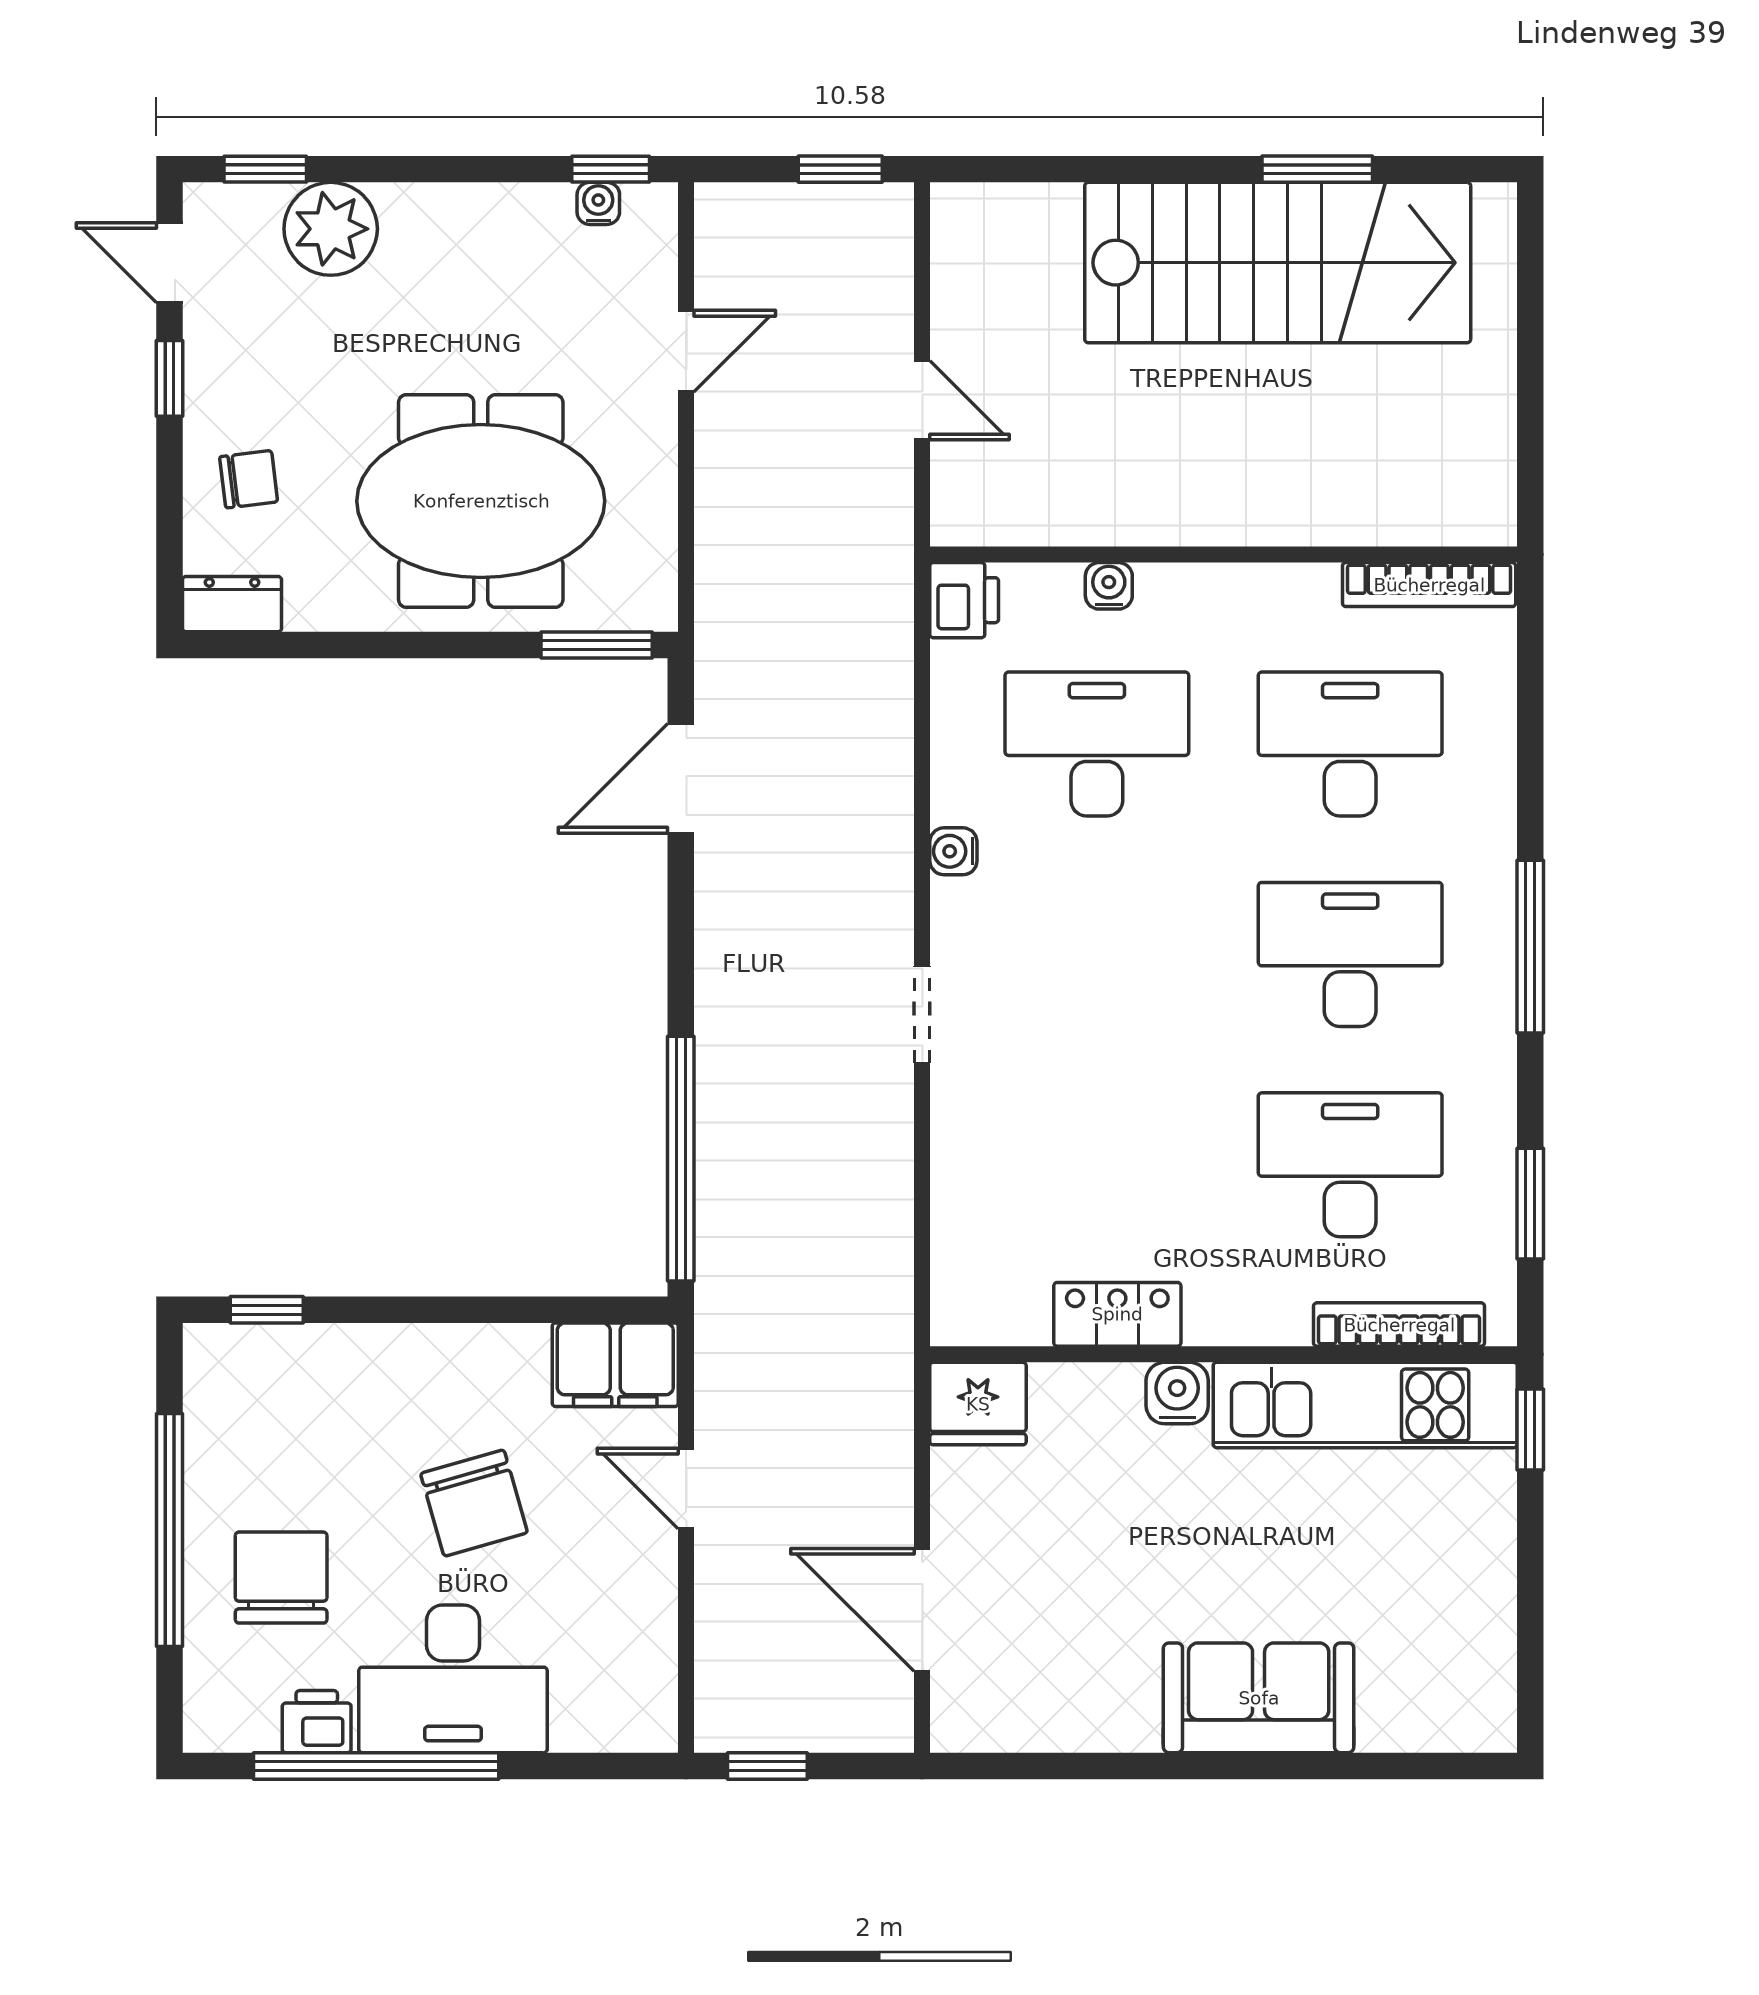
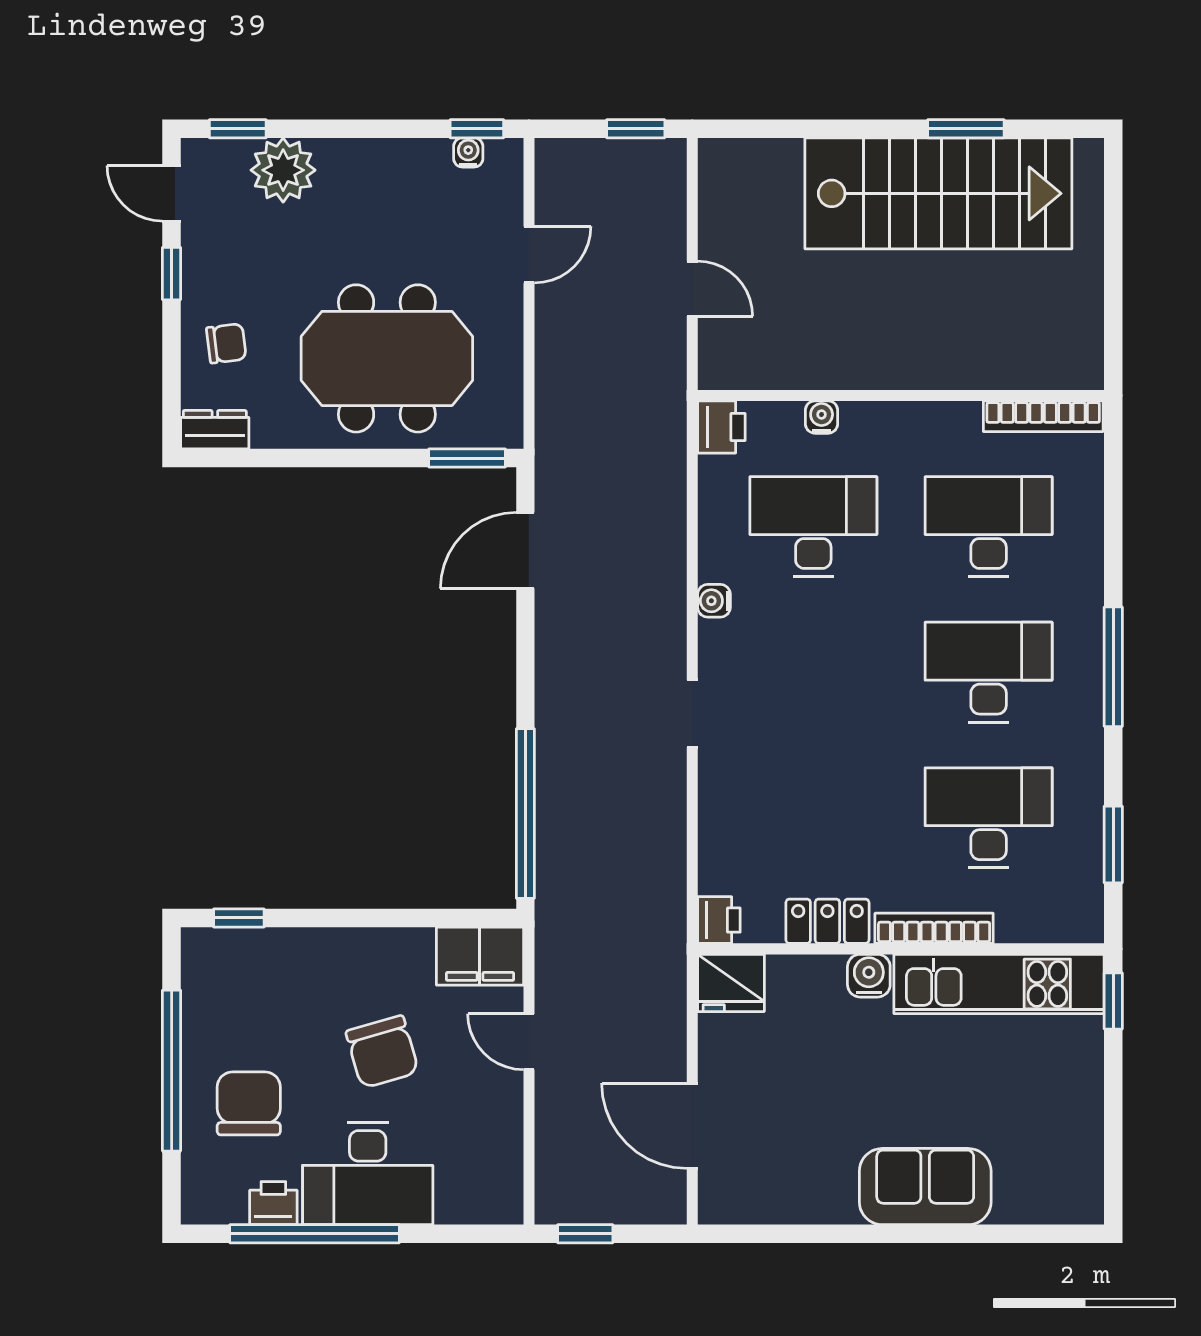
printer: (961, 1313) -> (719, 920), added
bookcase: (1399, 1325) -> (934, 928), moved

